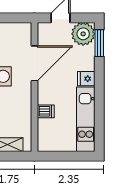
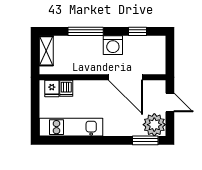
fridge: (86, 79) -> (52, 88), moved, turned 180
dishwasher: (46, 111) -> (66, 88), moved

